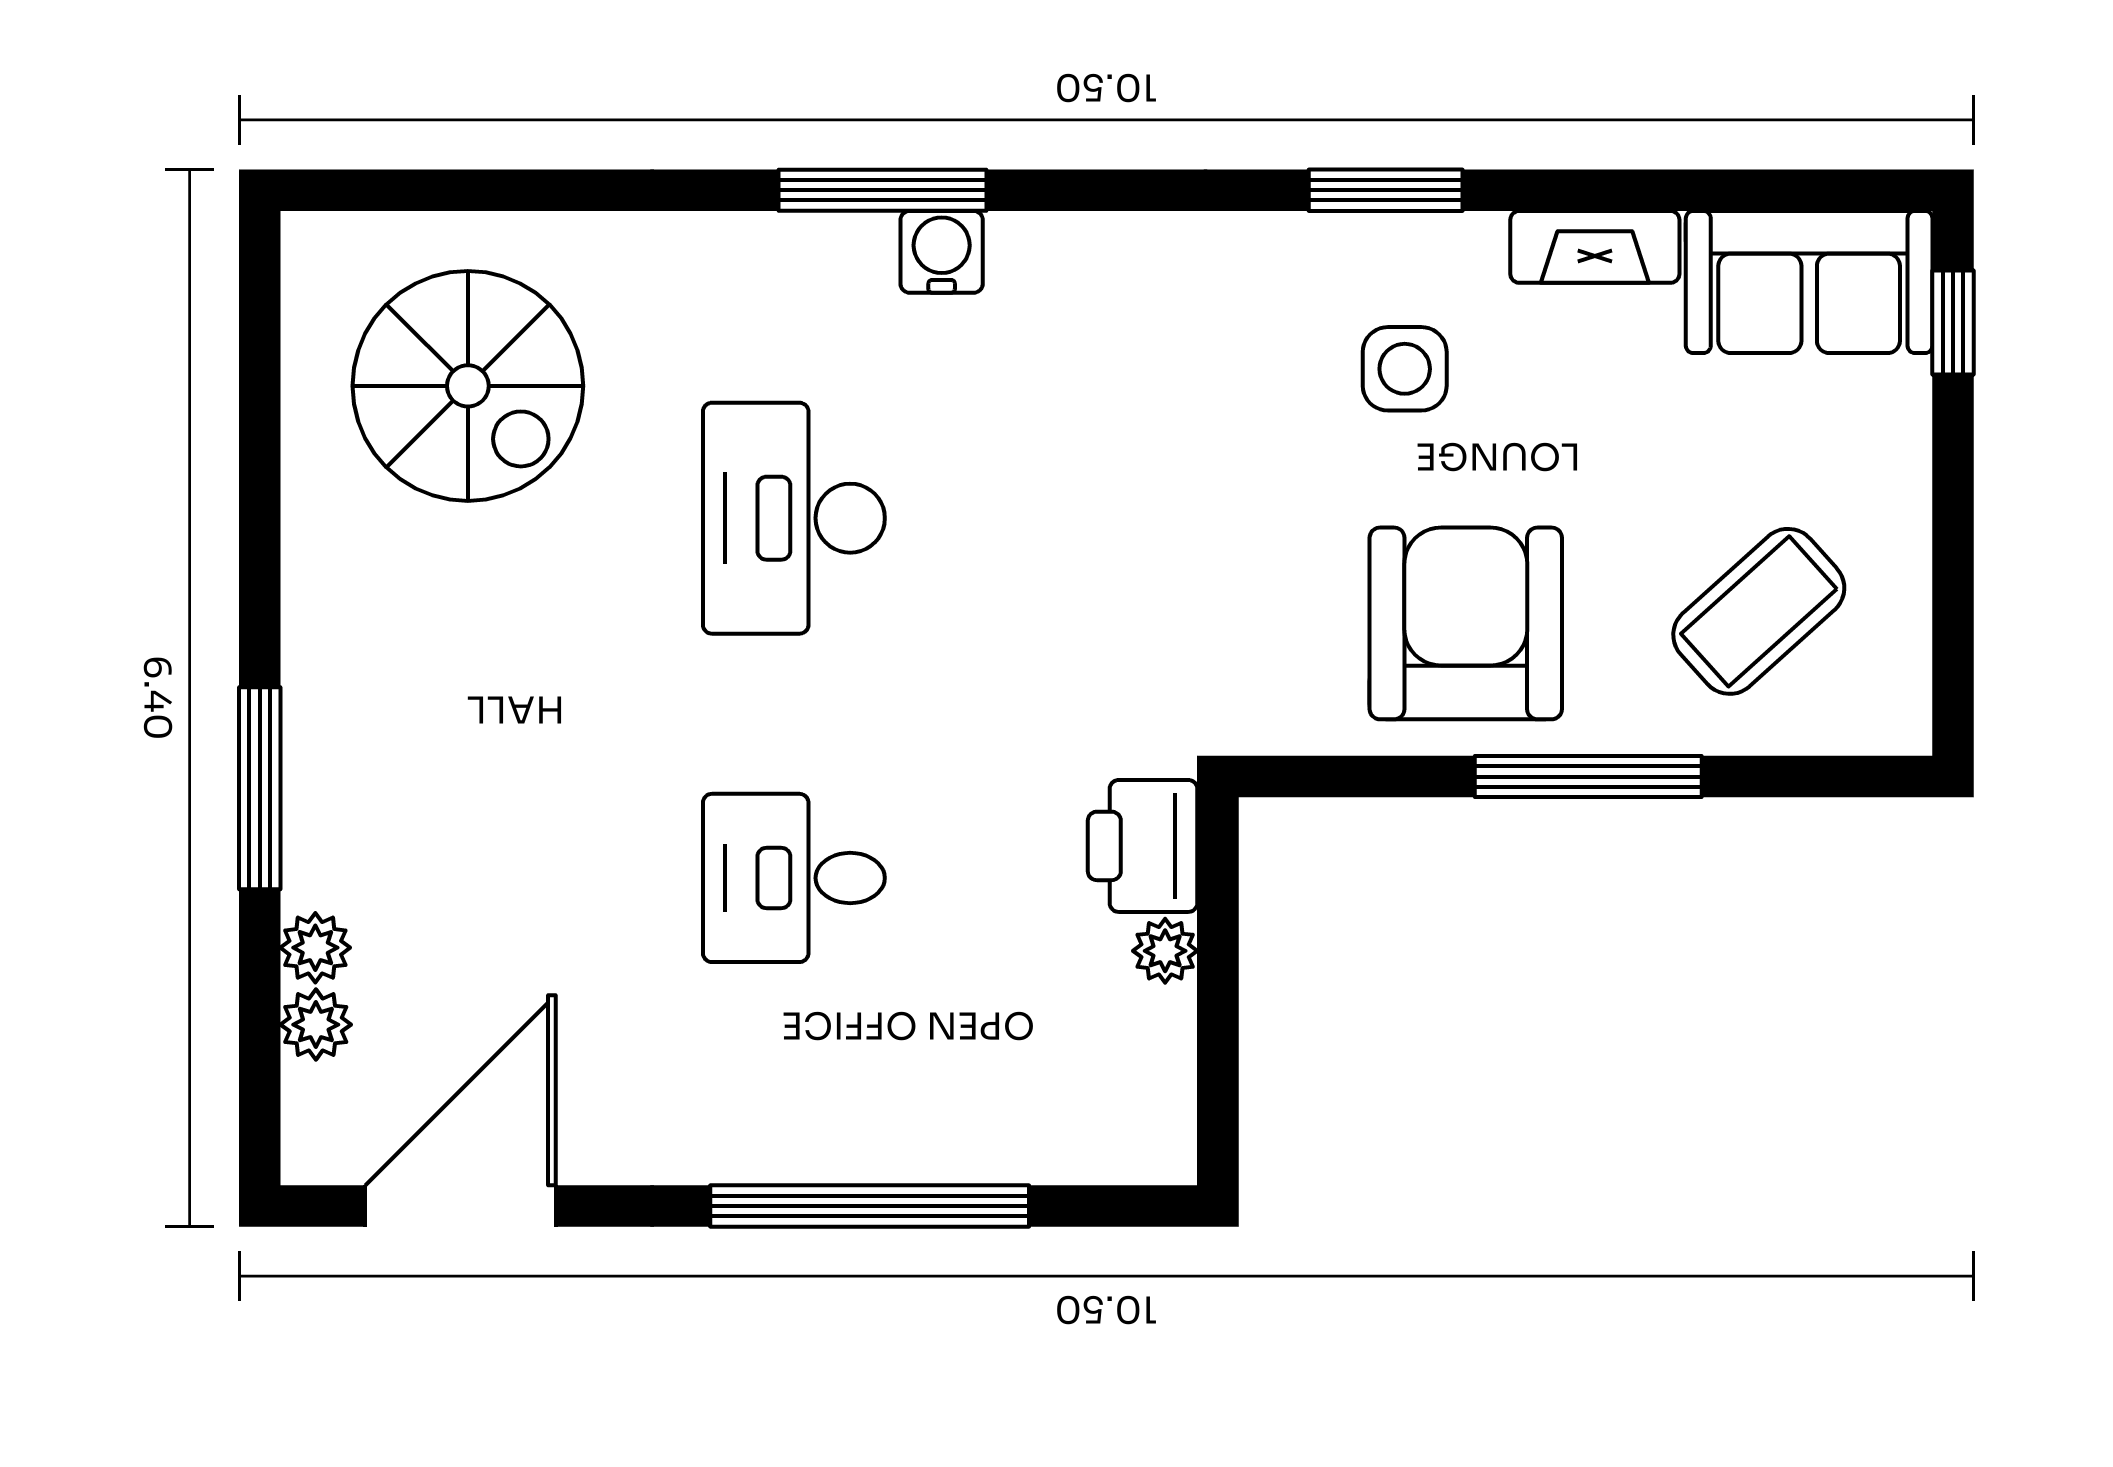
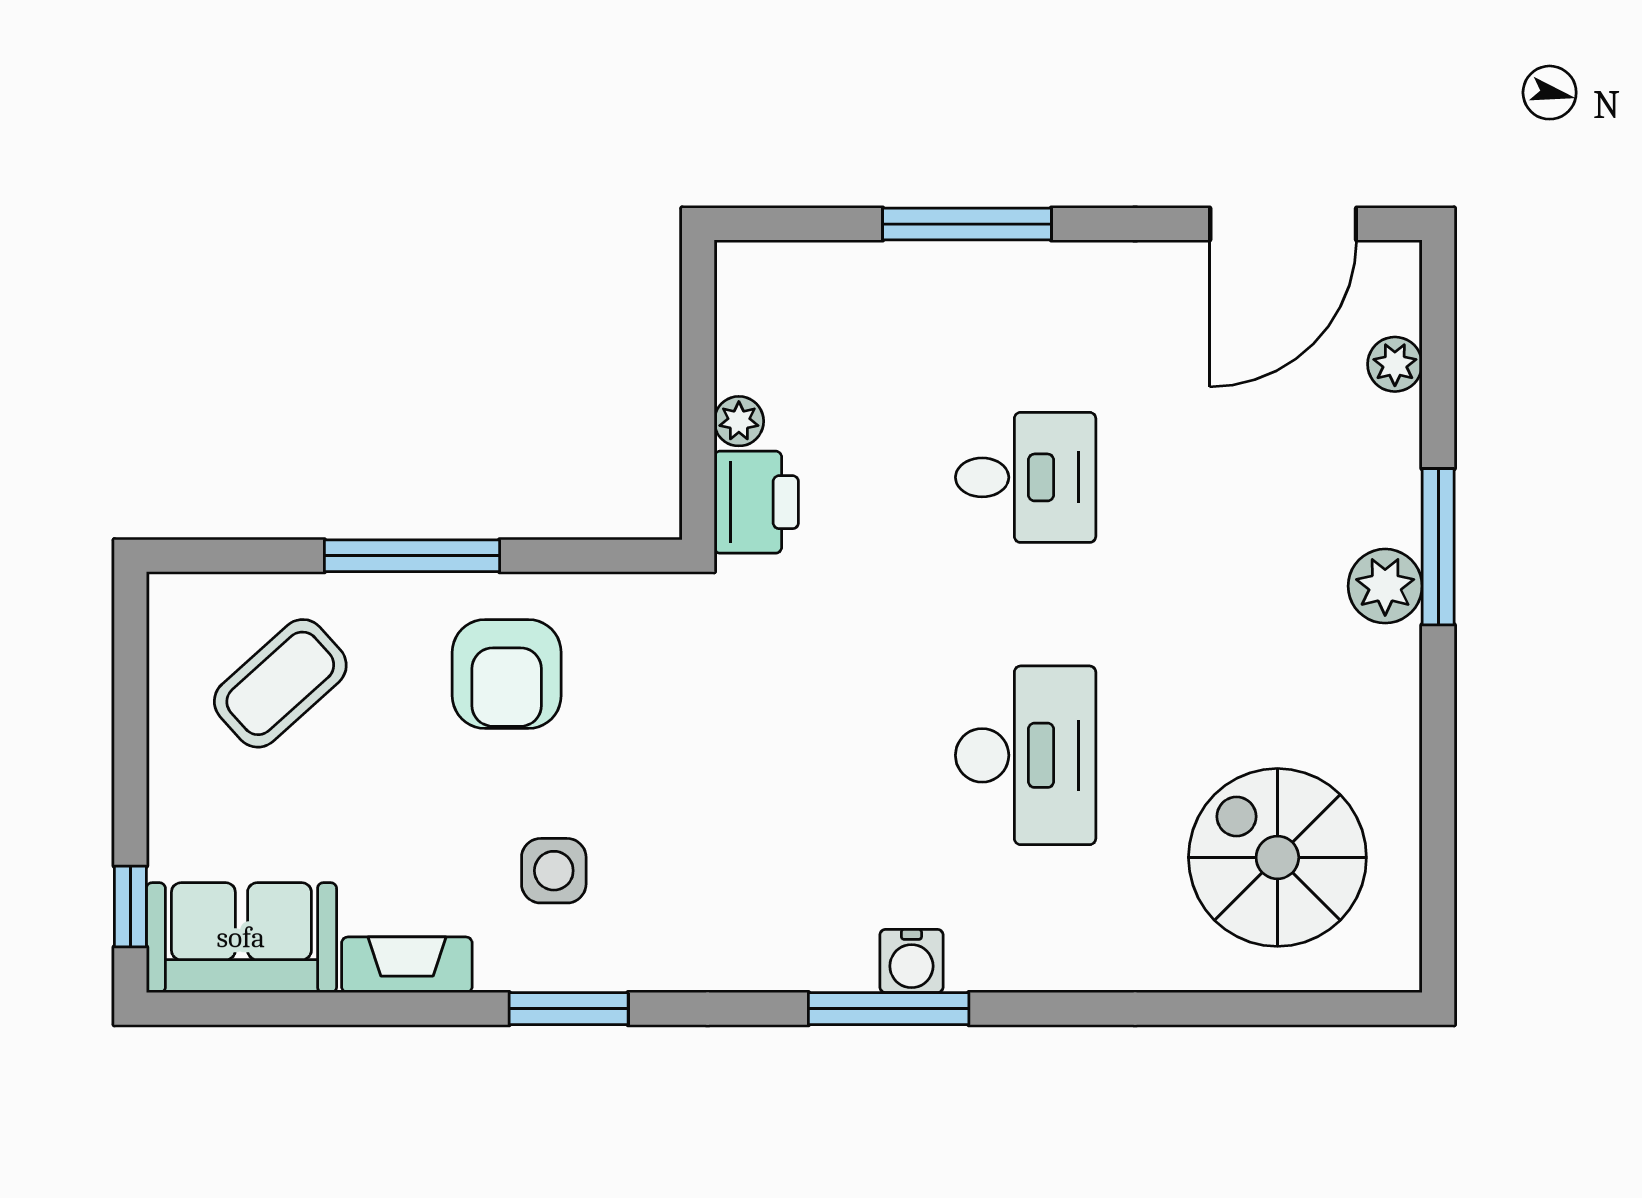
window: (882, 190) -> (889, 1009), moved
armchair: (1466, 623) -> (507, 674), width x0.73, depth x0.73
plant: (315, 948) -> (1385, 586), moved, width x1.38, depth x1.38
window: (870, 1206) -> (967, 224), width x0.68

